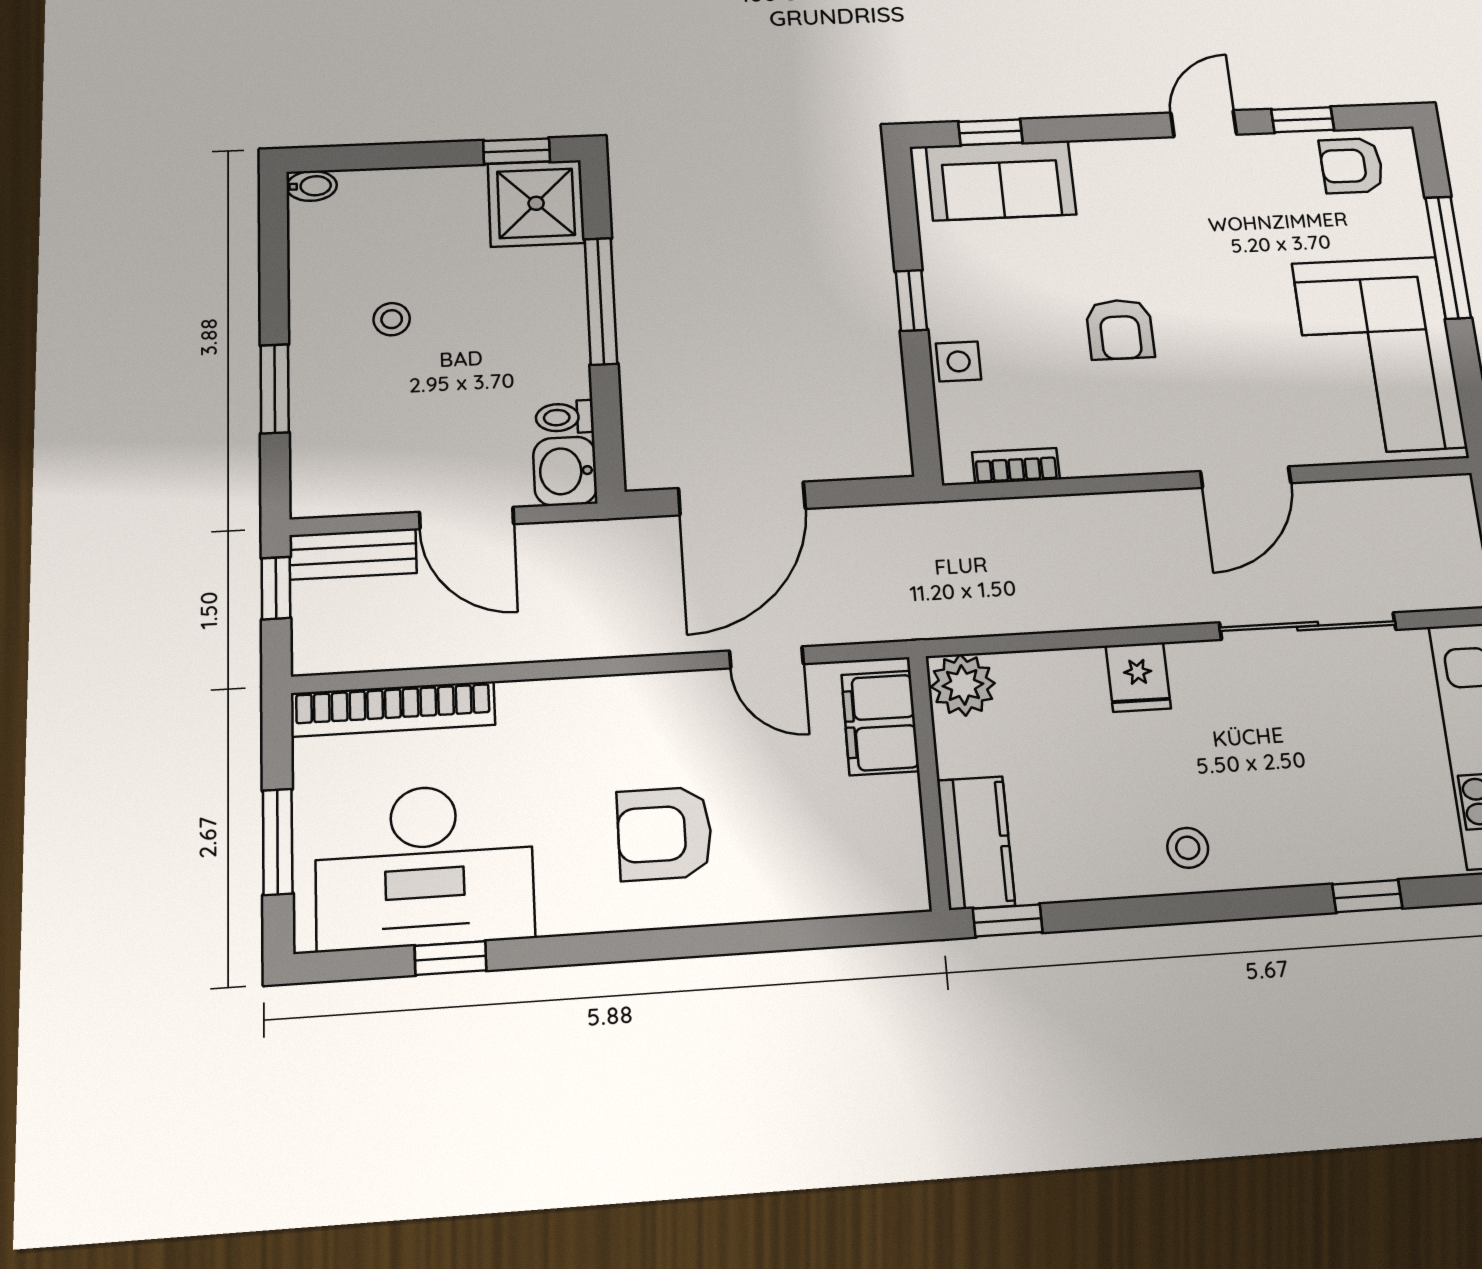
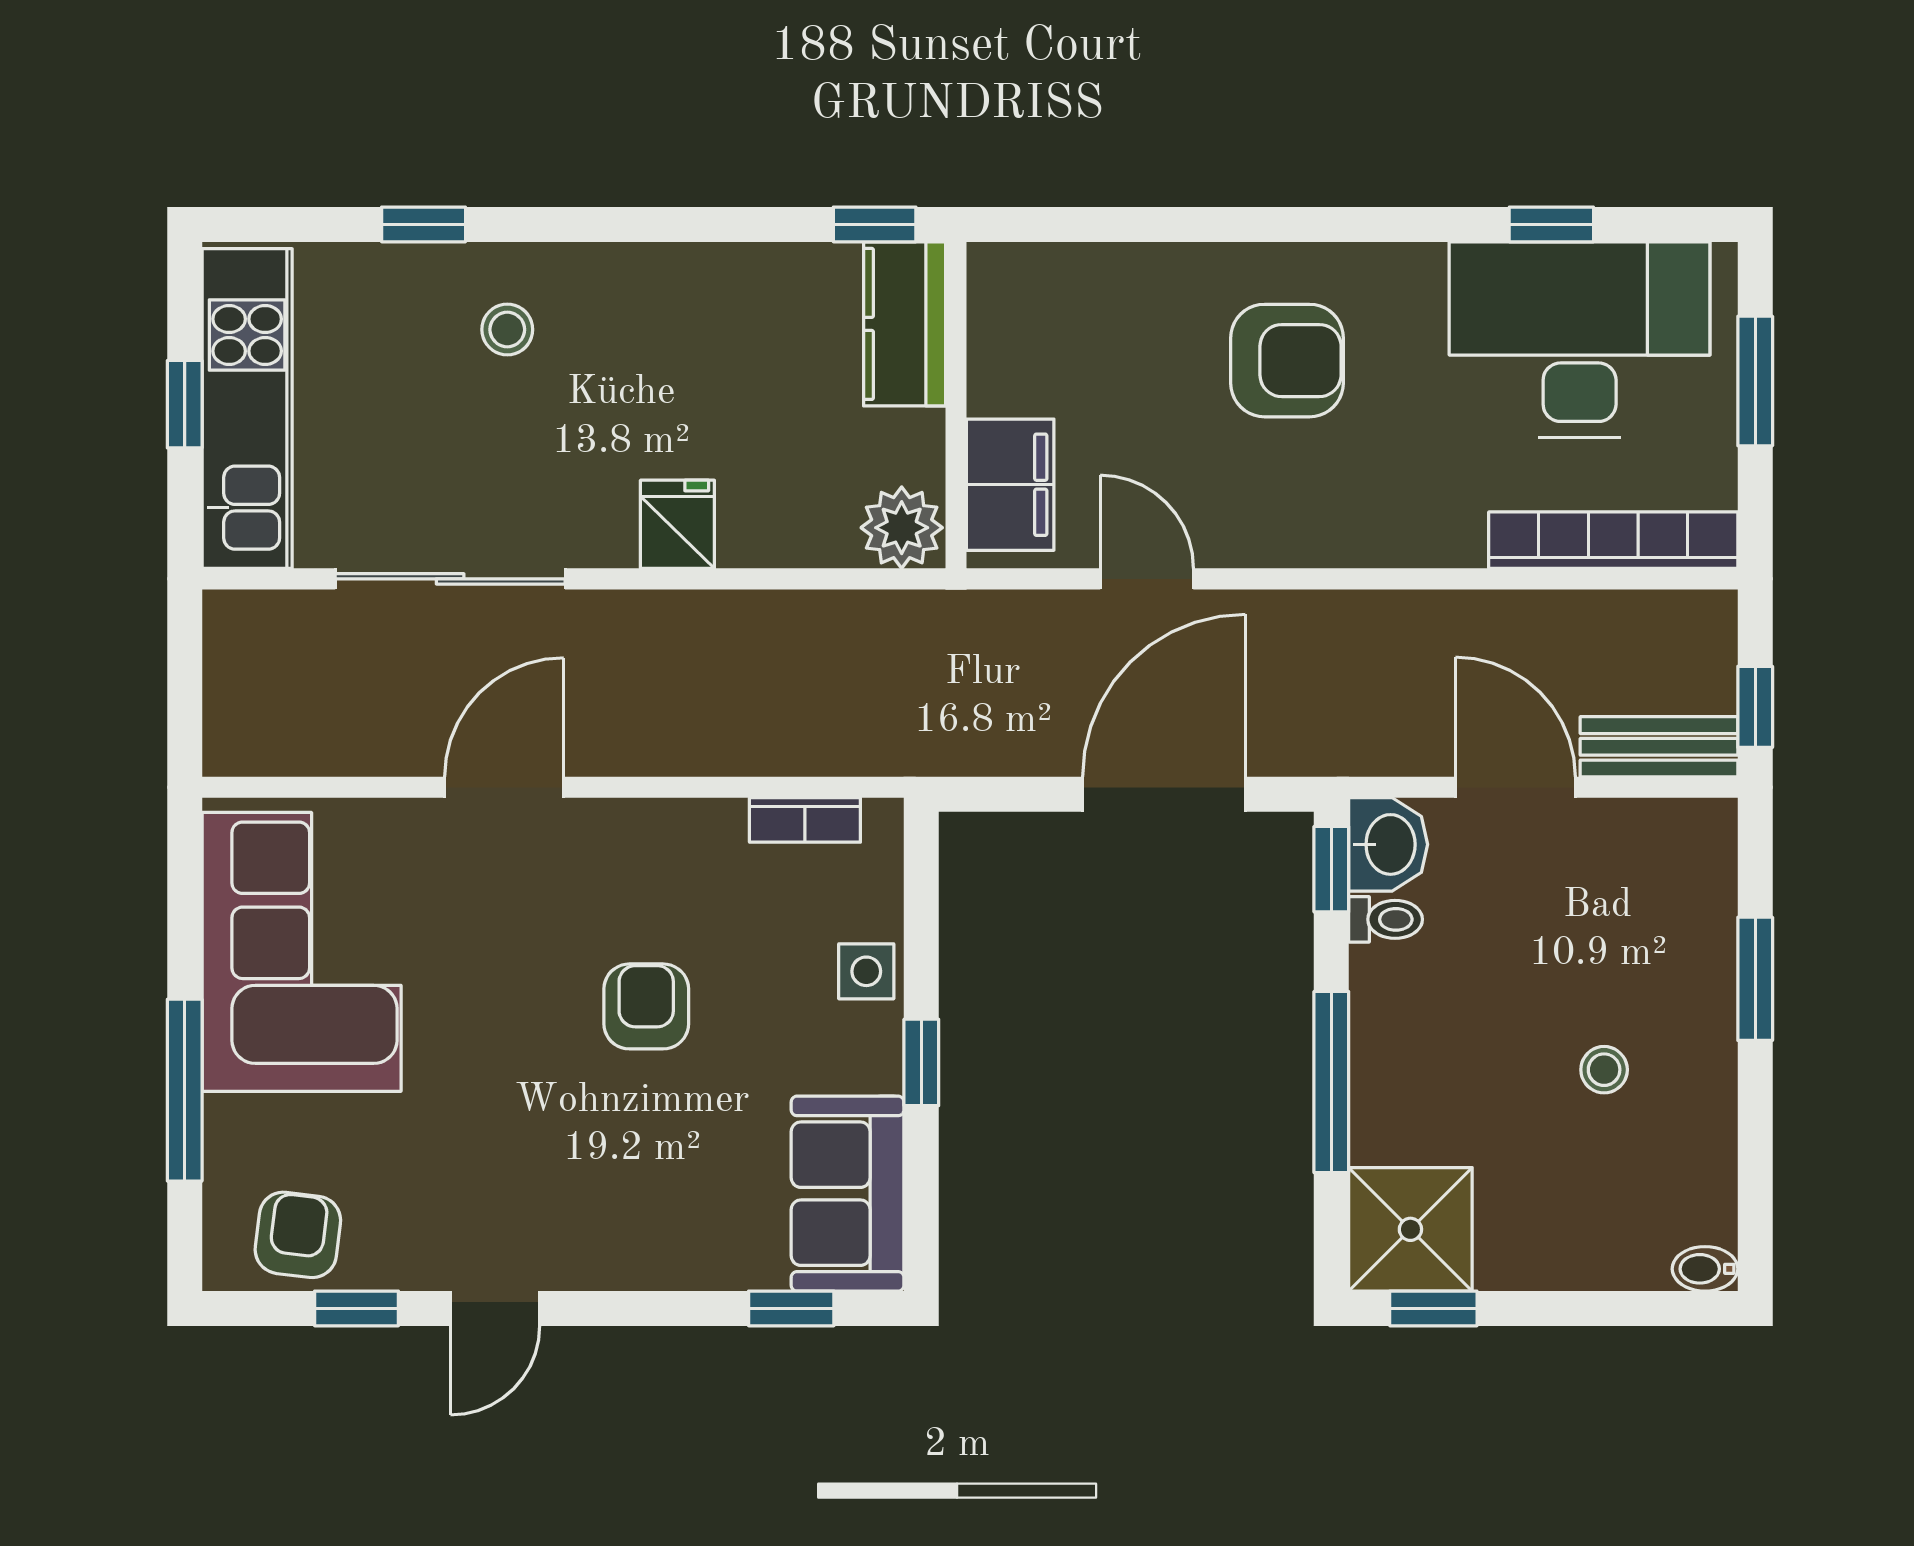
armchair: (1352, 166) -> (298, 1235), turned -83
sofa: (1001, 180) -> (848, 1194), moved, turned -90
window: (609, 451) -> (1331, 869), added
stool: (1188, 848) -> (507, 330), moved

